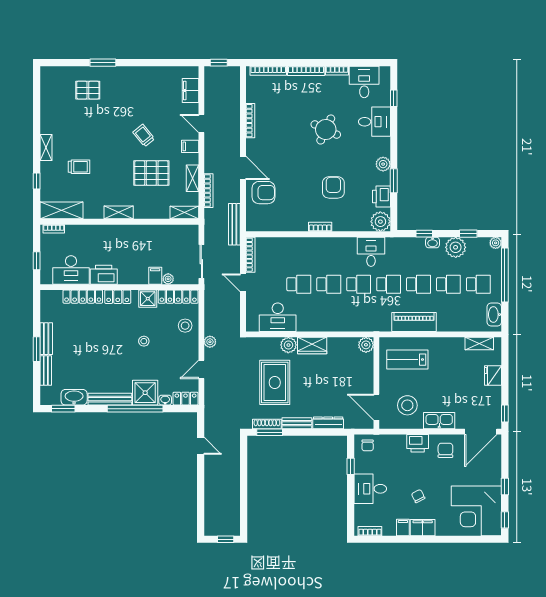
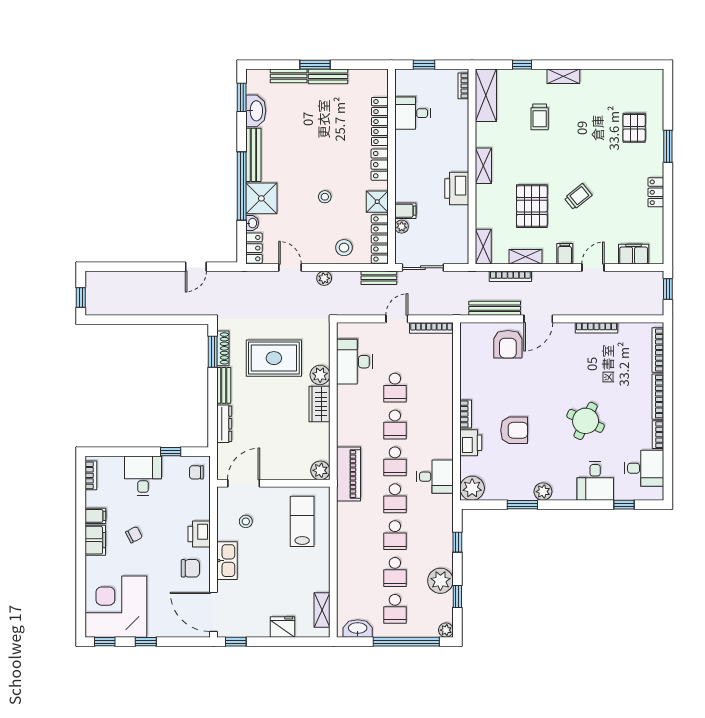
locker: (140, 72) -> (656, 192), added
printer: (381, 197) -> (471, 443), moved, turned 90
bench: (234, 224) -> (495, 308), moved
washbasin: (433, 243) -> (446, 552), removed
desk: (71, 270) -> (413, 113), width x0.73
printer: (104, 275) -> (457, 189), moved, turned 180
bench: (210, 297) -> (379, 278), added
piano: (414, 322) -> (348, 474), moved
stool: (407, 405) -> (246, 521), width x0.53, depth x0.53

